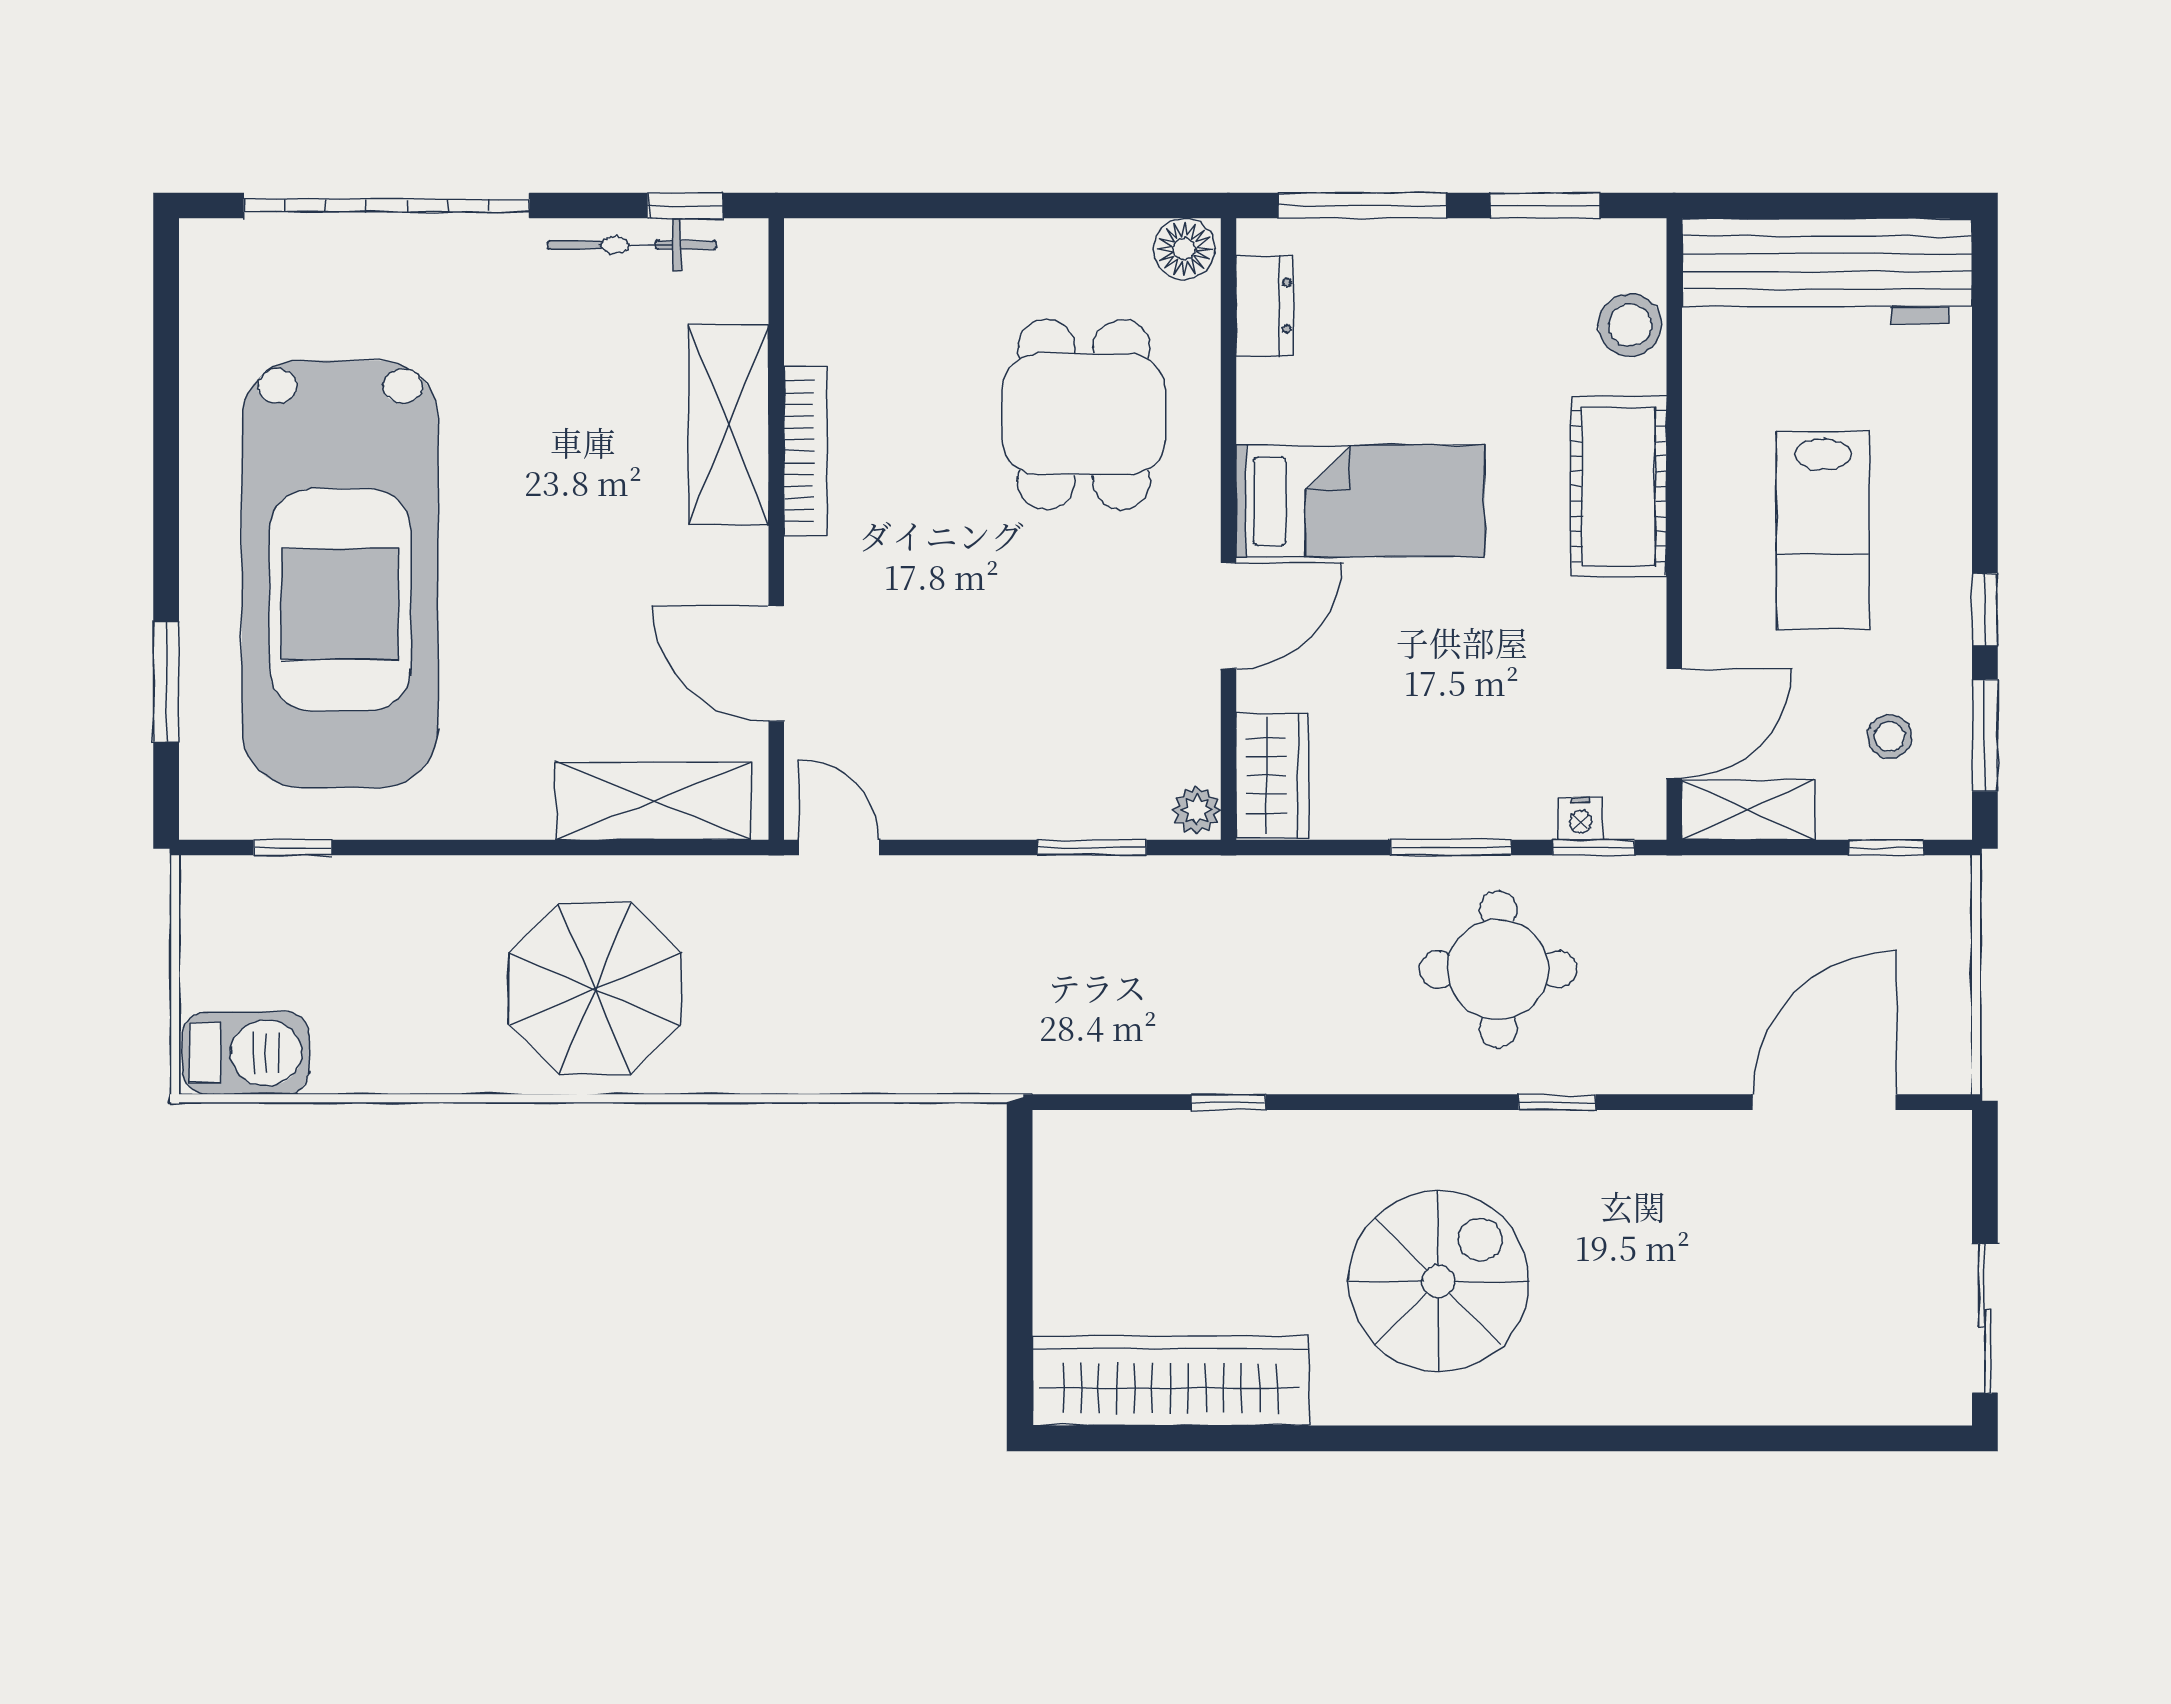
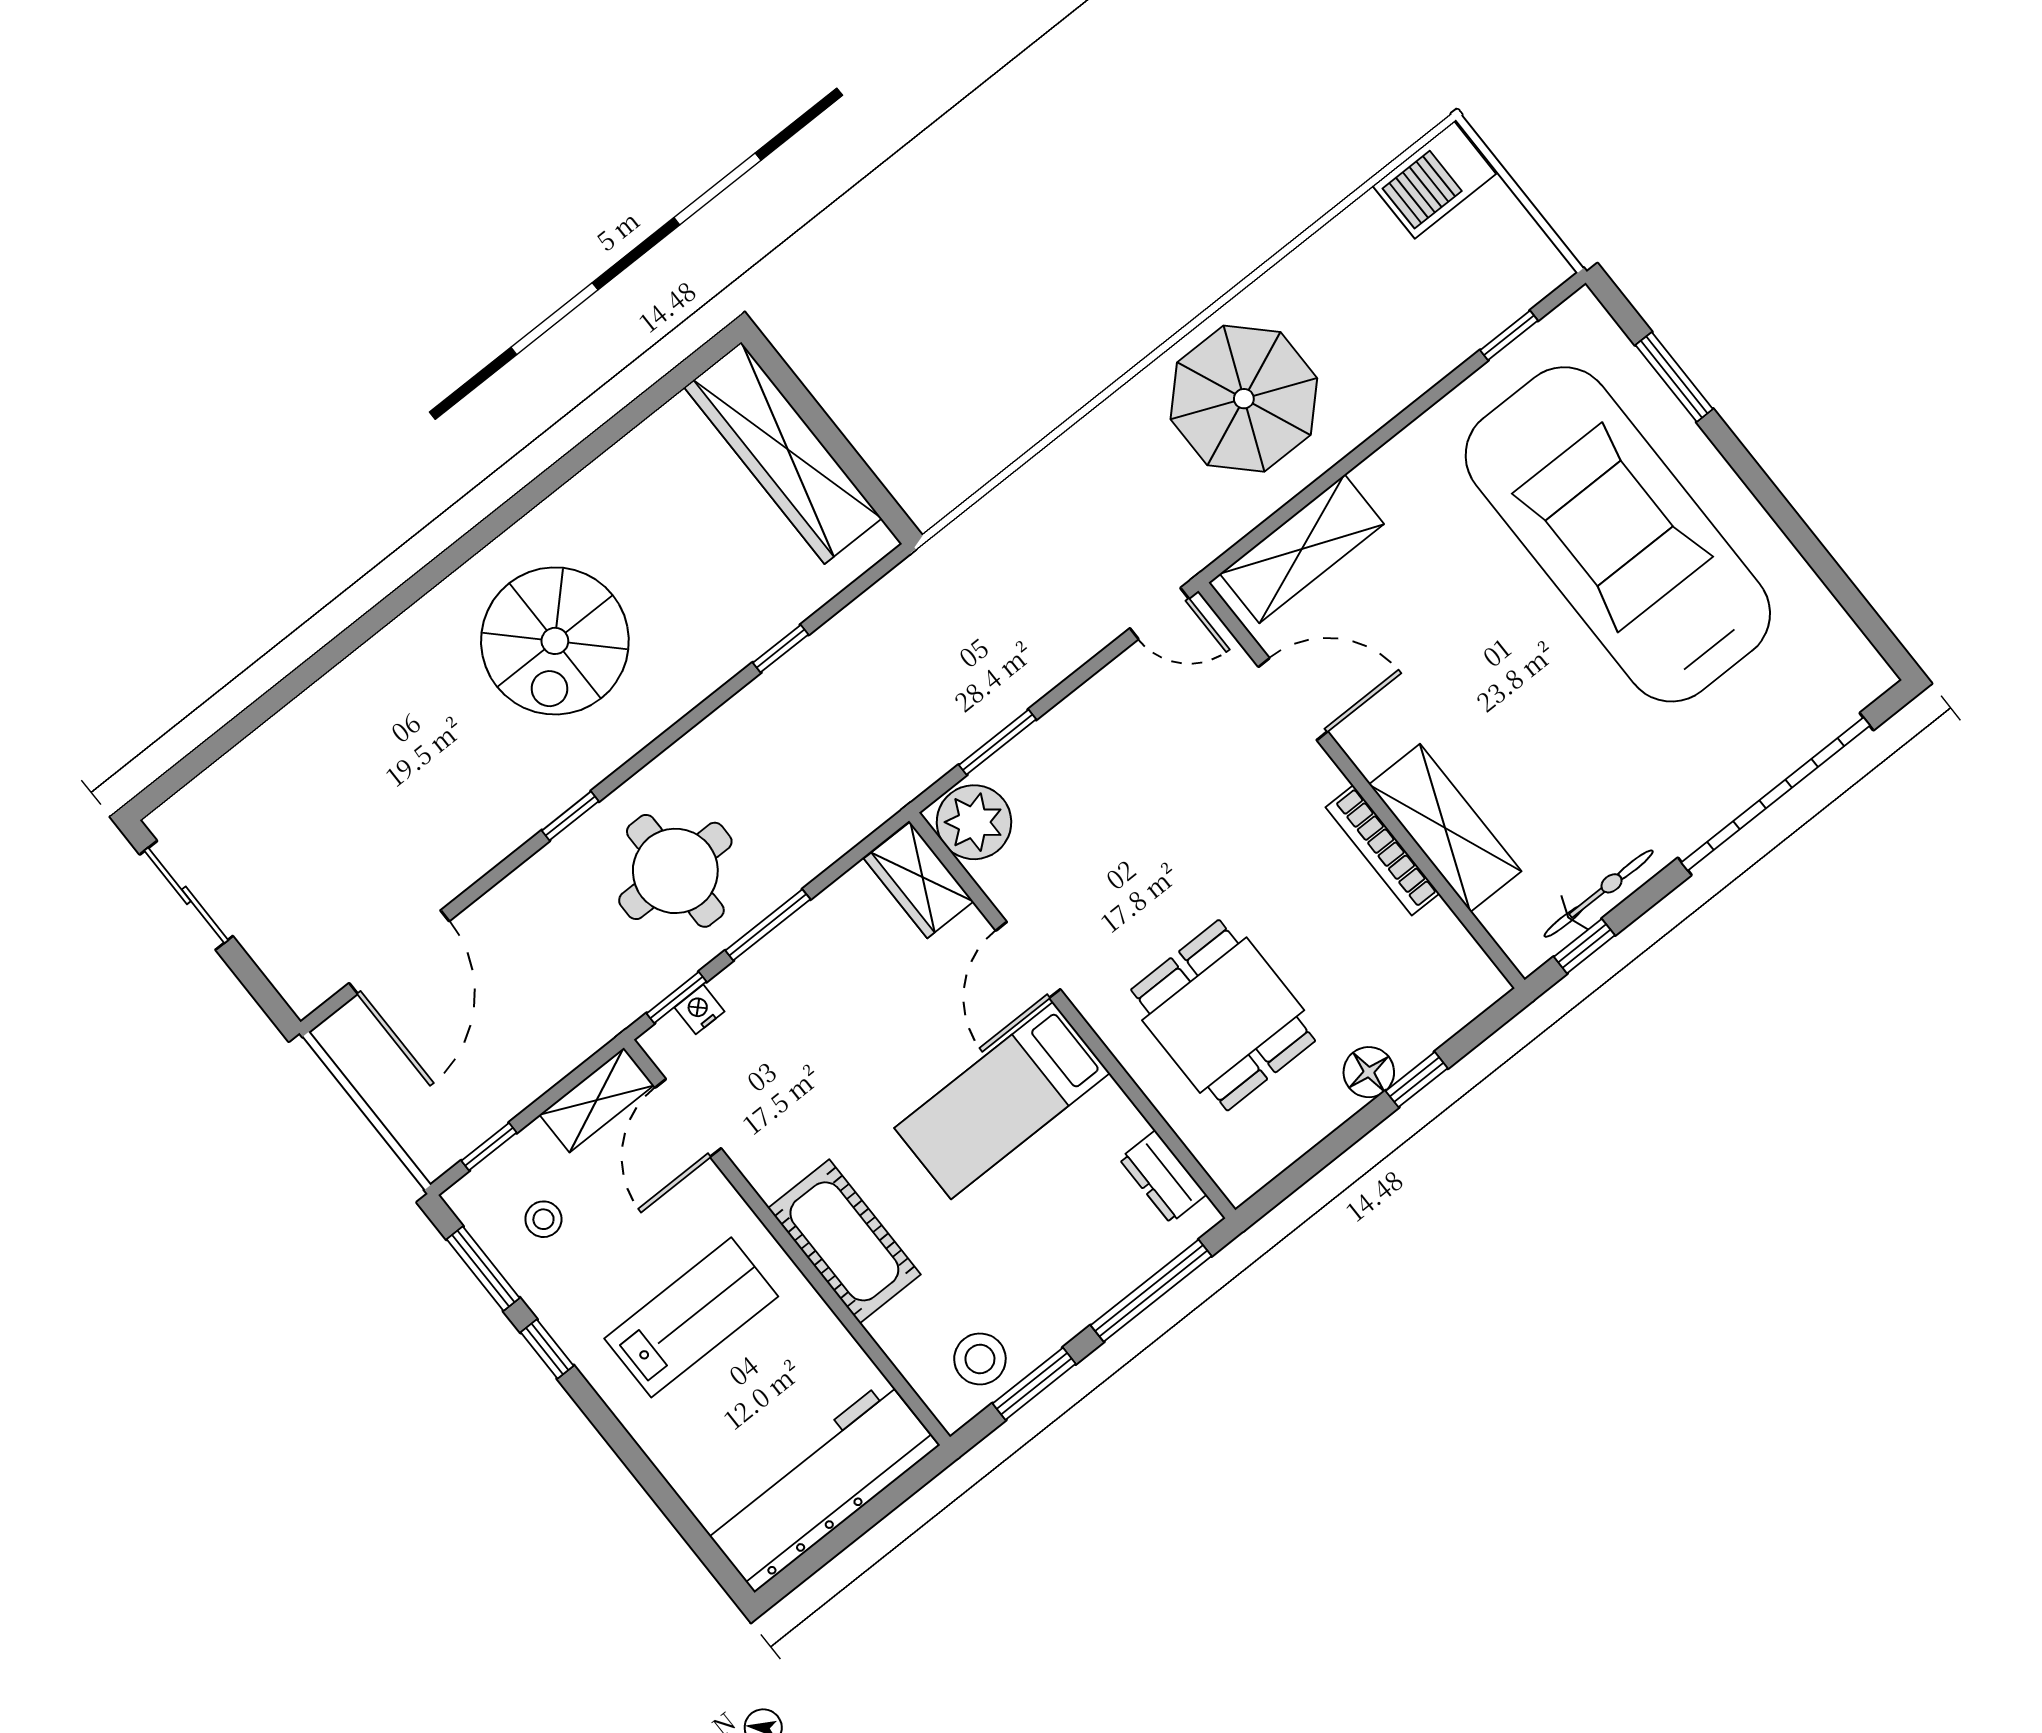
window: (948, 206) -> (1417, 1080), added
floor lamp: (1184, 249) -> (1369, 1072), moved
stool: (1630, 325) -> (980, 1359), moved
lab bench: (1823, 530) -> (691, 1317), turned 90
plant: (1197, 810) -> (974, 822), width x1.88, depth x1.88
wardrobe: (1170, 1381) -> (783, 453), moved, turned 90

